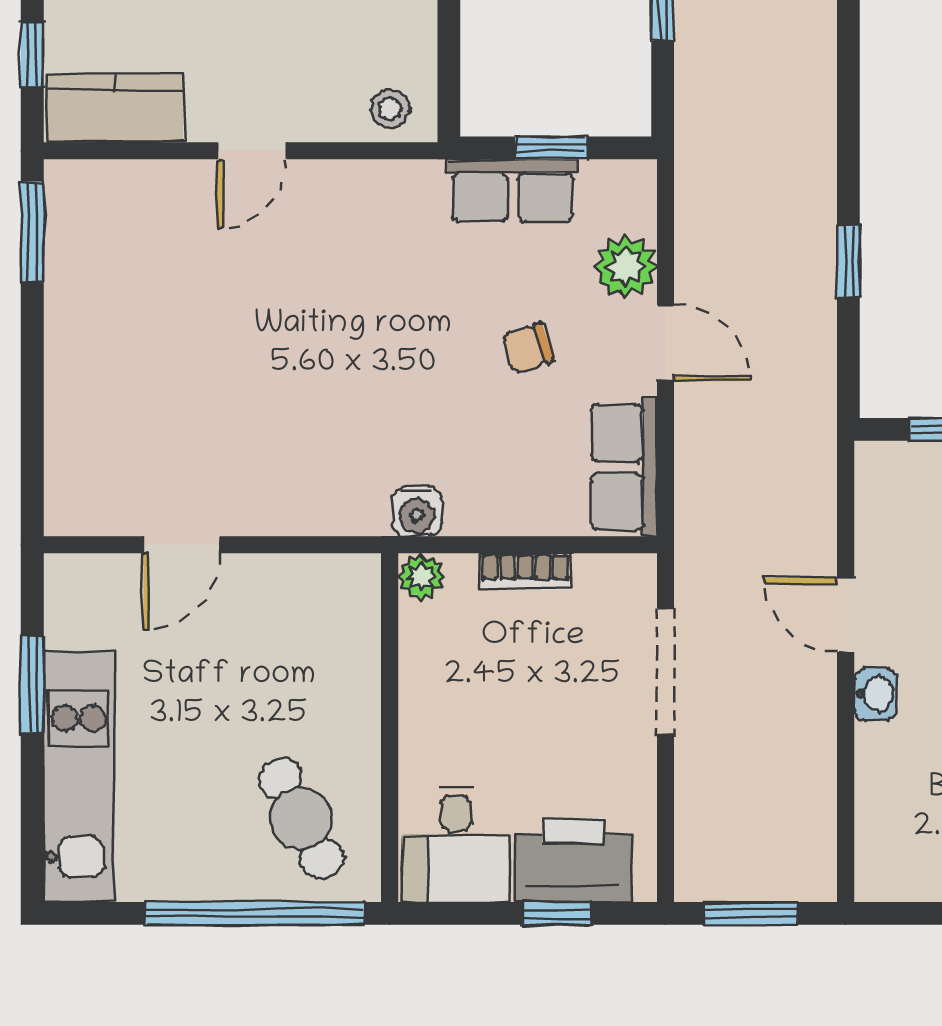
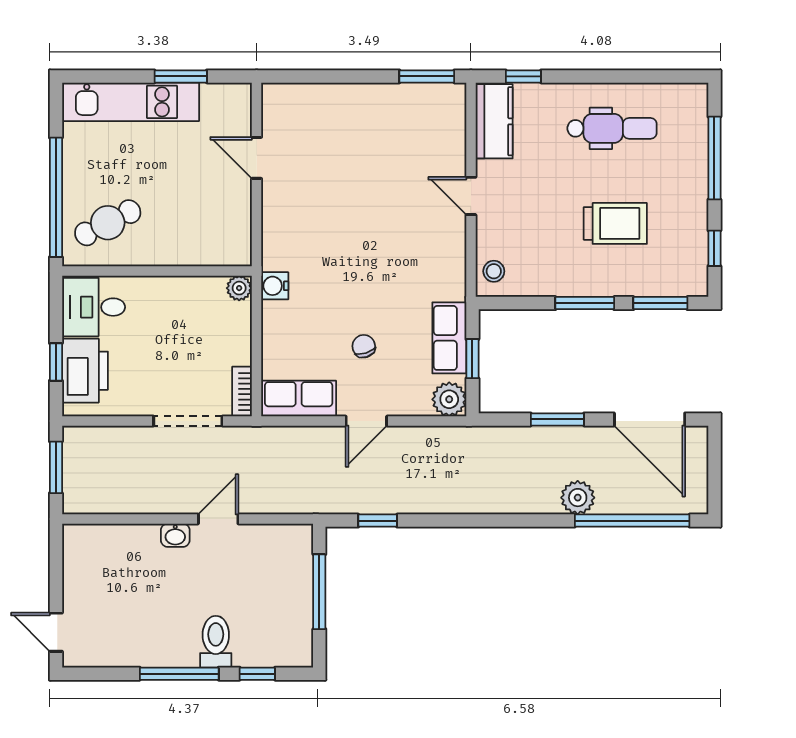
window: (848, 261) -> (378, 521), moved
plant: (626, 267) -> (449, 399), moved
bookcase: (525, 571) -> (242, 392), moved

